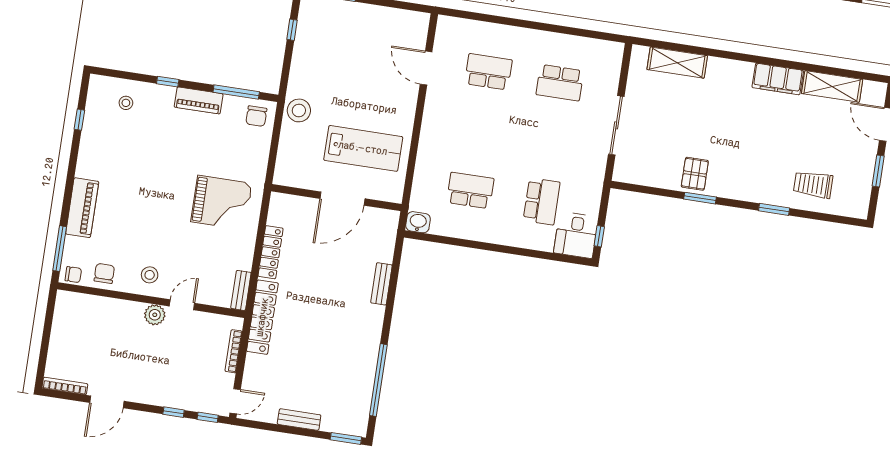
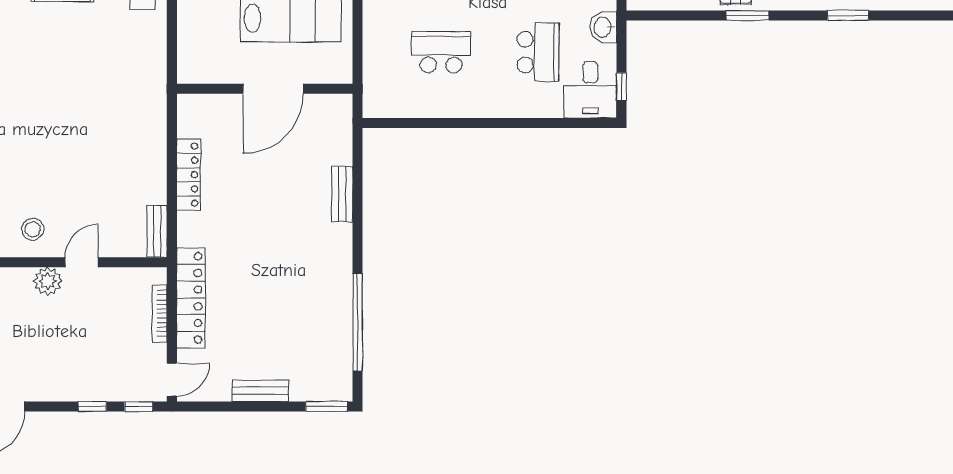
grand piano: (221, 203) -> (113, 119), removed
washbasin: (418, 222) -> (603, 27), moved, turned -90
locker: (262, 317) -> (191, 298), moved

